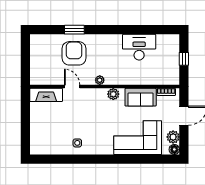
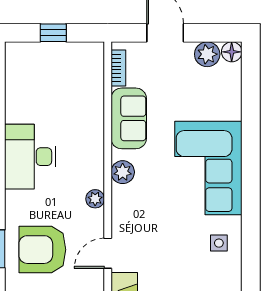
desk: (139, 47) -> (30, 157), moved
corner sofa: (138, 138) -> (208, 168), moved

